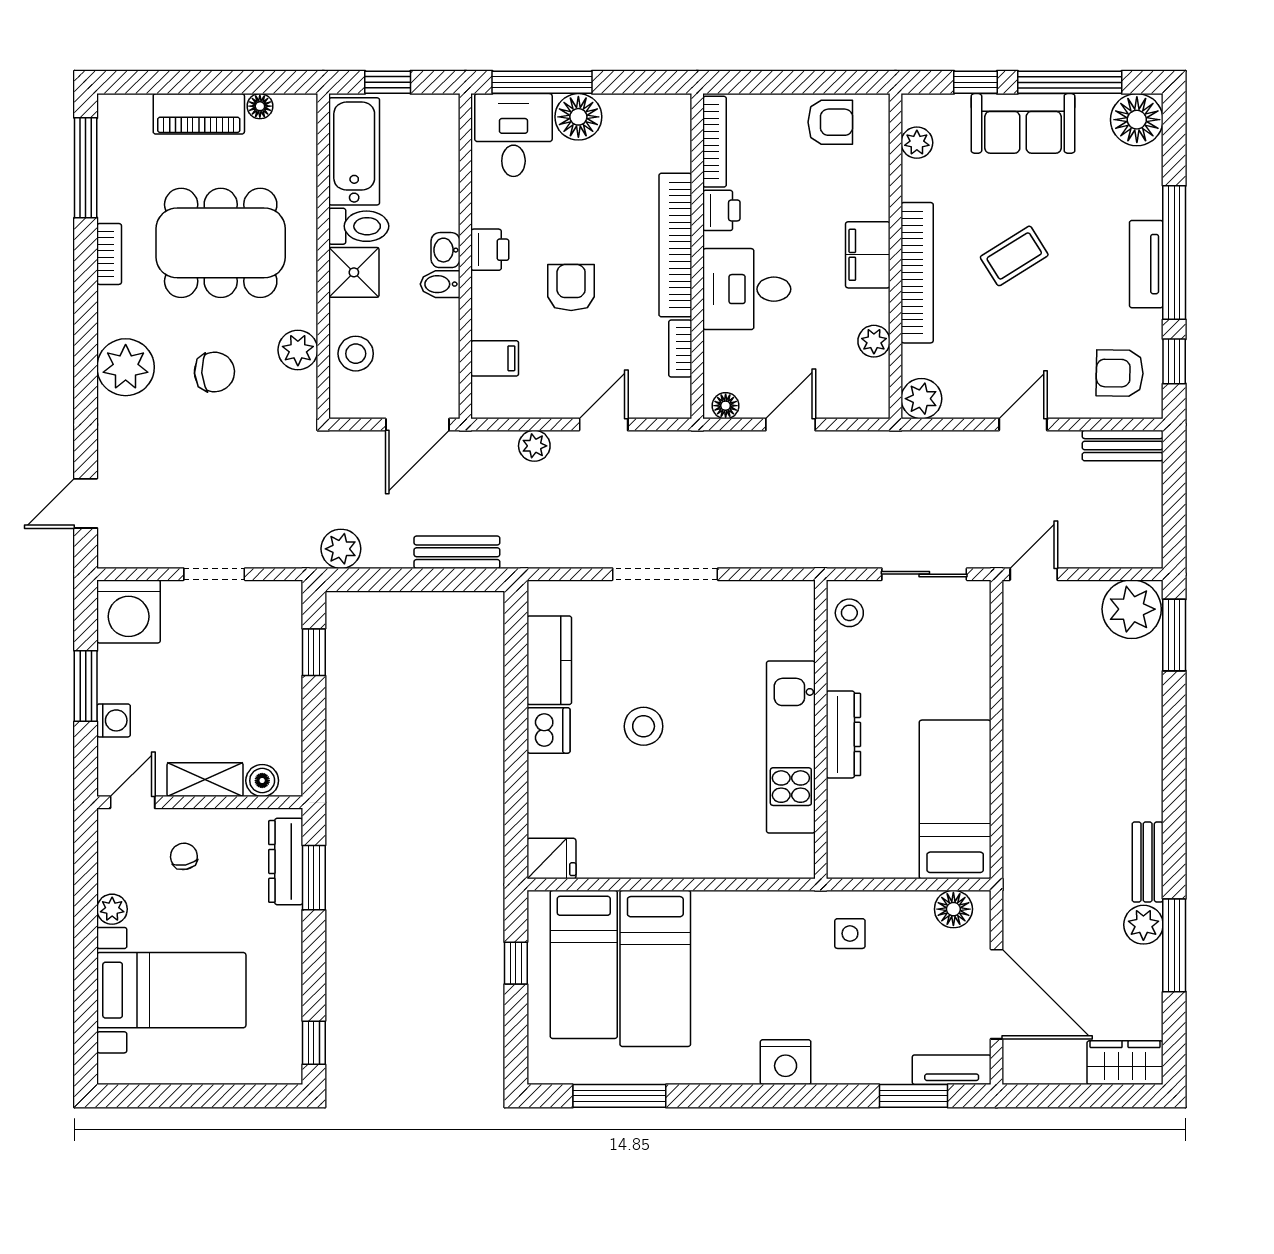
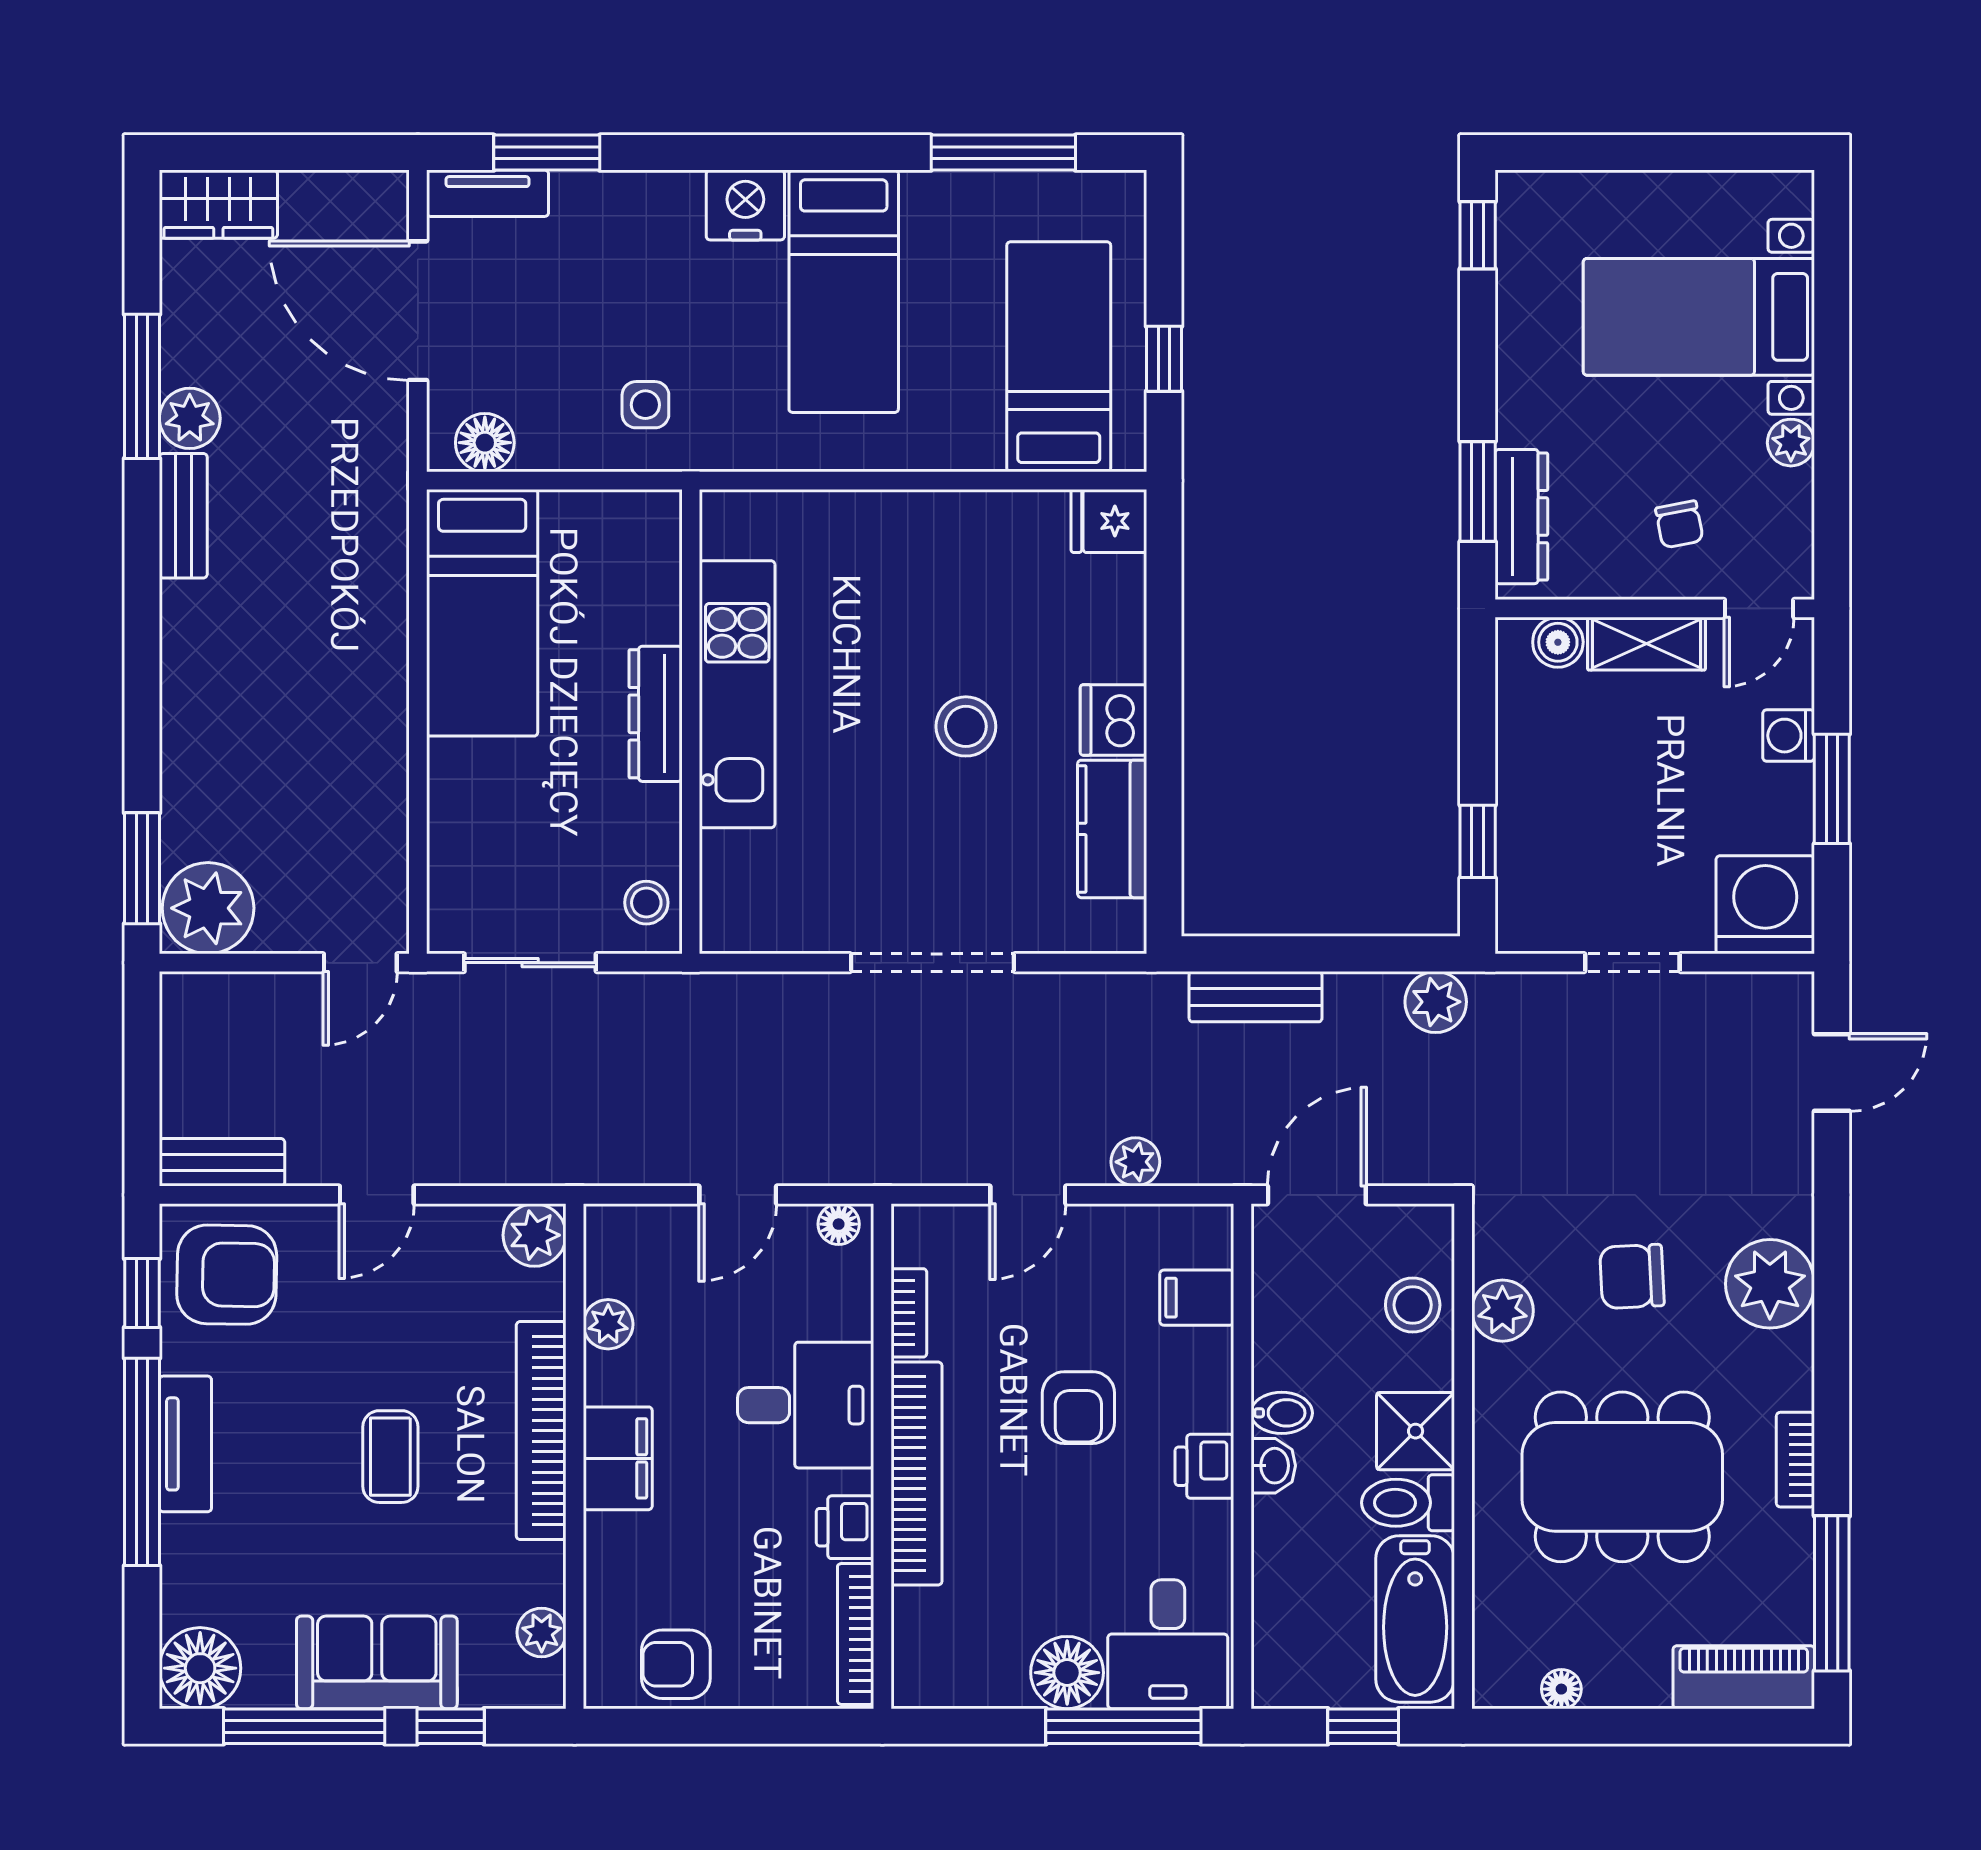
piano: (199, 114) -> (1744, 1677), moved
coffee table: (1014, 256) -> (390, 1457), turned -58
armchair: (1120, 373) -> (227, 1275), width x1.38, depth x1.38
bed: (655, 968) -> (844, 291), moved, turned 180

